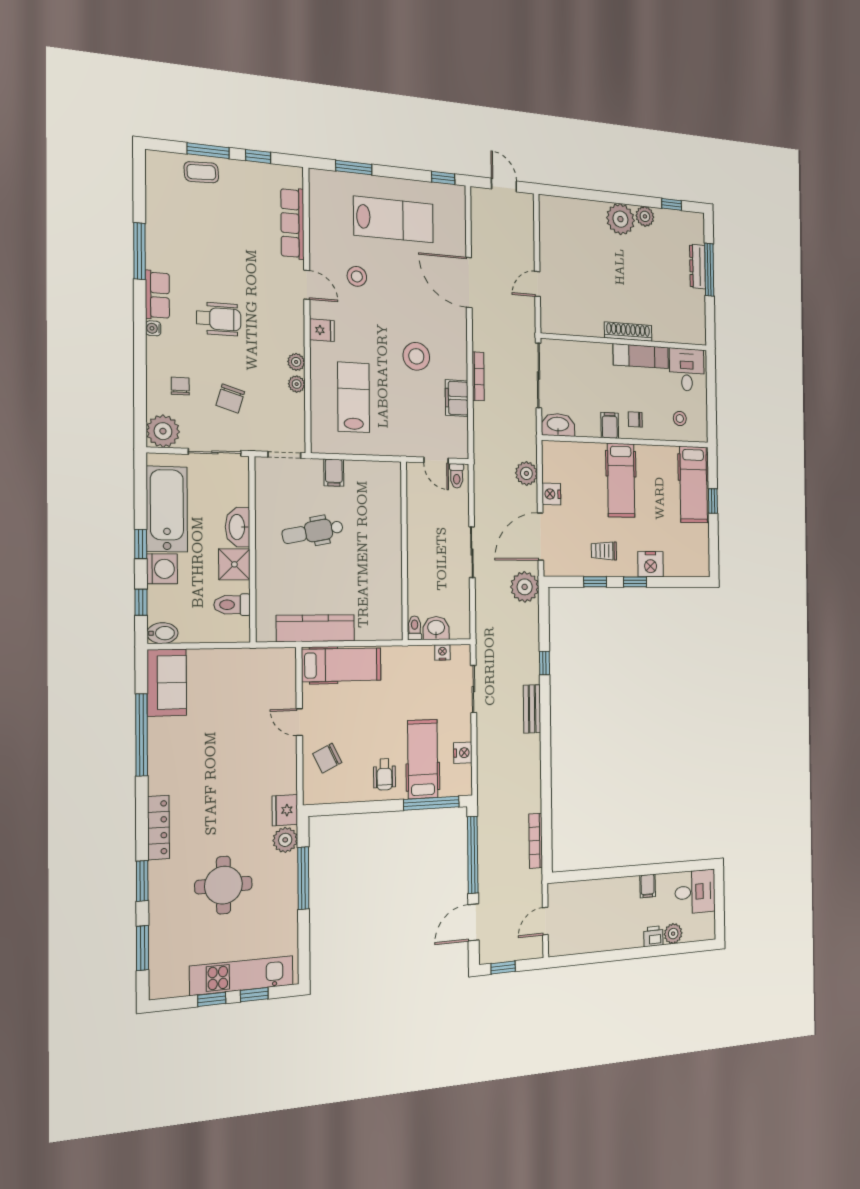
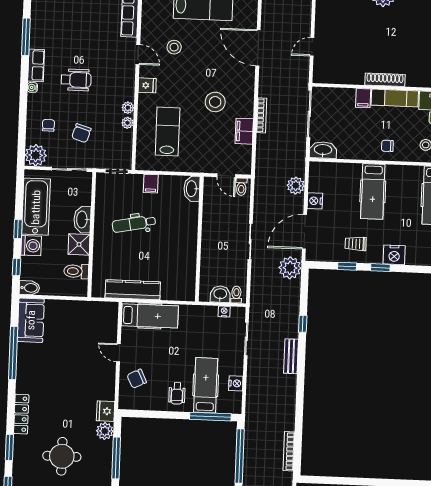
filing cabinet: (610, 425) -> (363, 98), moved, turned 180
washbasin: (391, 479) -> (192, 189), added
toilet: (415, 628) -> (236, 295), moved

